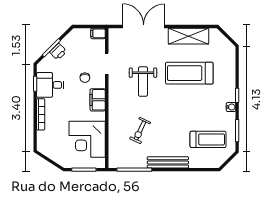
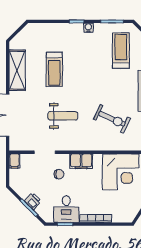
treadmill: (189, 73) -> (54, 69), width x0.73, depth x0.73
exercise bike: (140, 130) -> (112, 119), width x1.38, depth x1.39

